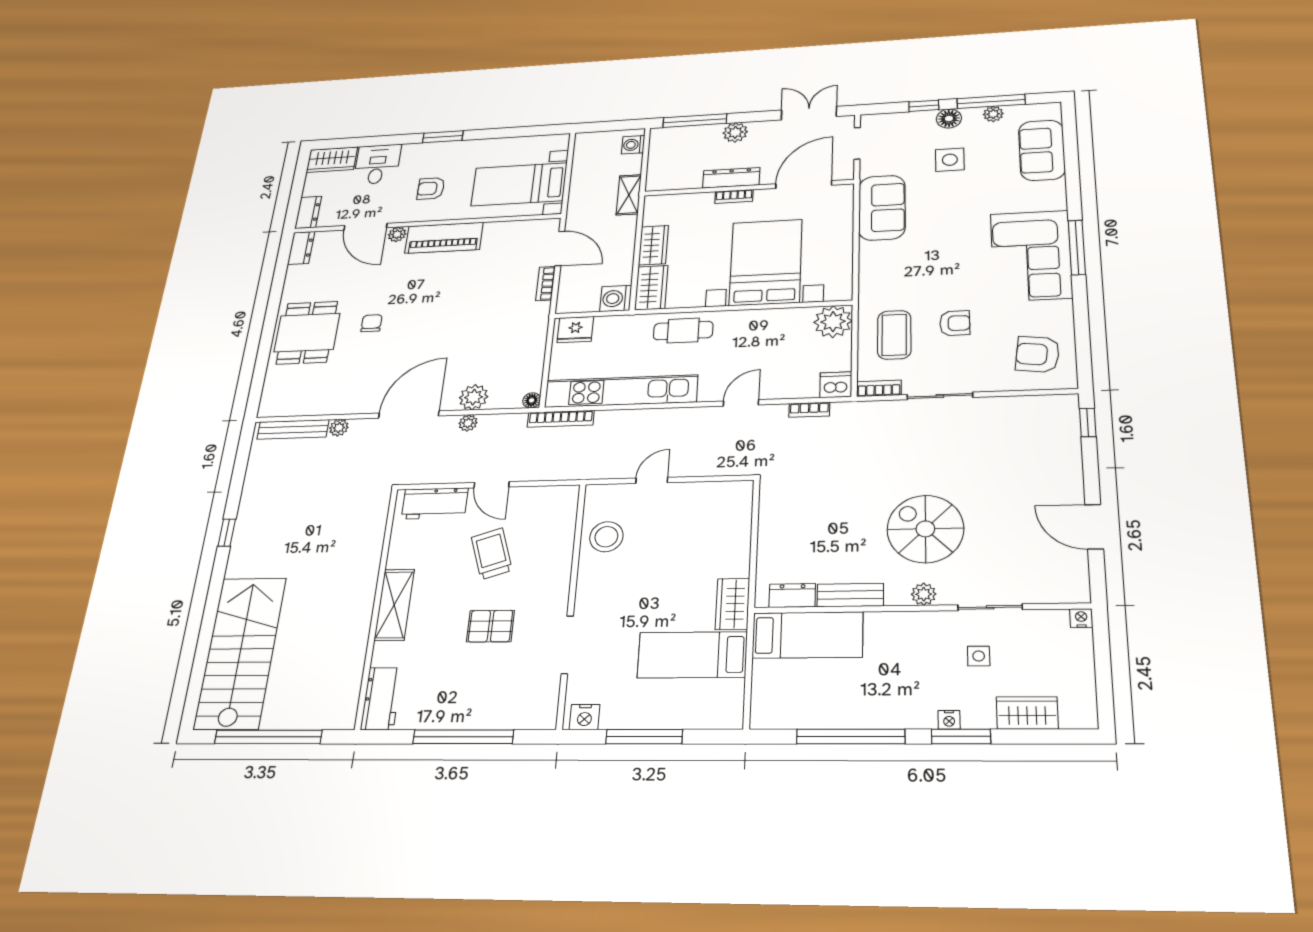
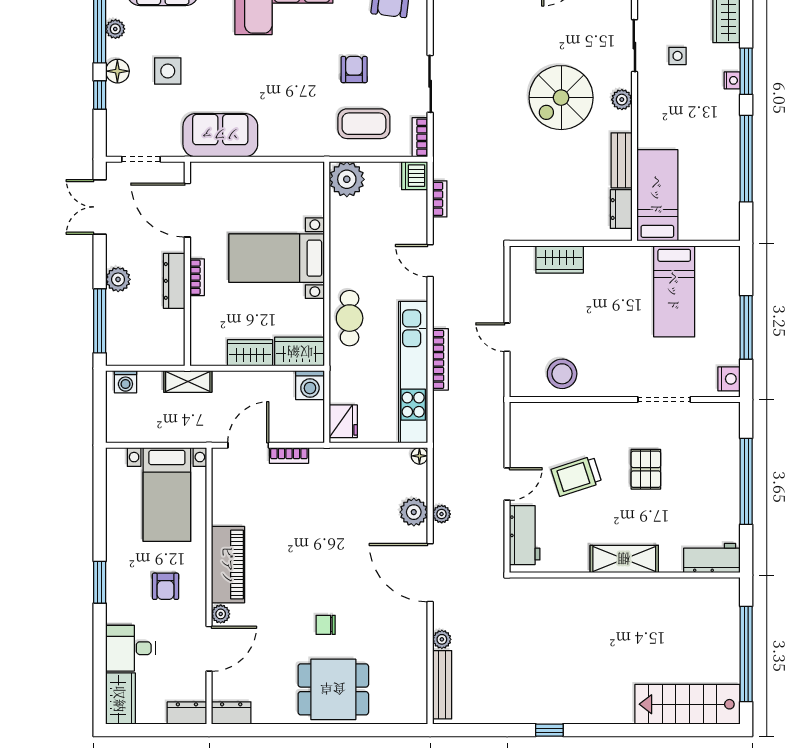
bed with nightstands: (766, 262) -> (277, 258), width x0.73
bookcase: (561, 419) -> (440, 359), moved
wardrobe: (733, 604) -> (560, 259), moved
stairs: (240, 653) -> (687, 704), width x0.73, depth x0.66

